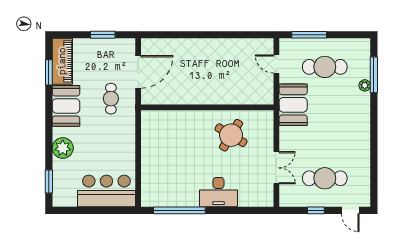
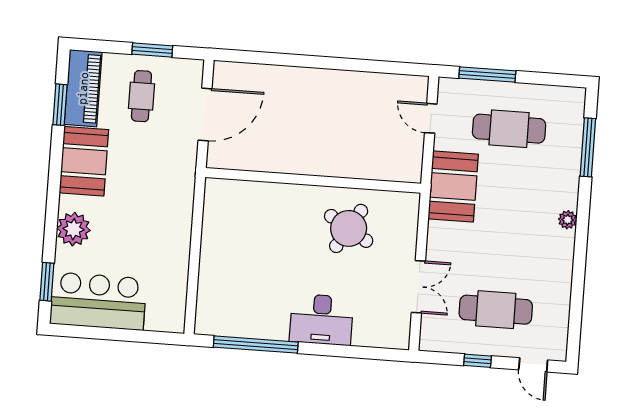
plant: (365, 85) -> (568, 220), moved
cafe table: (111, 99) -> (141, 96), moved
bar counter: (106, 191) -> (98, 301), moved

